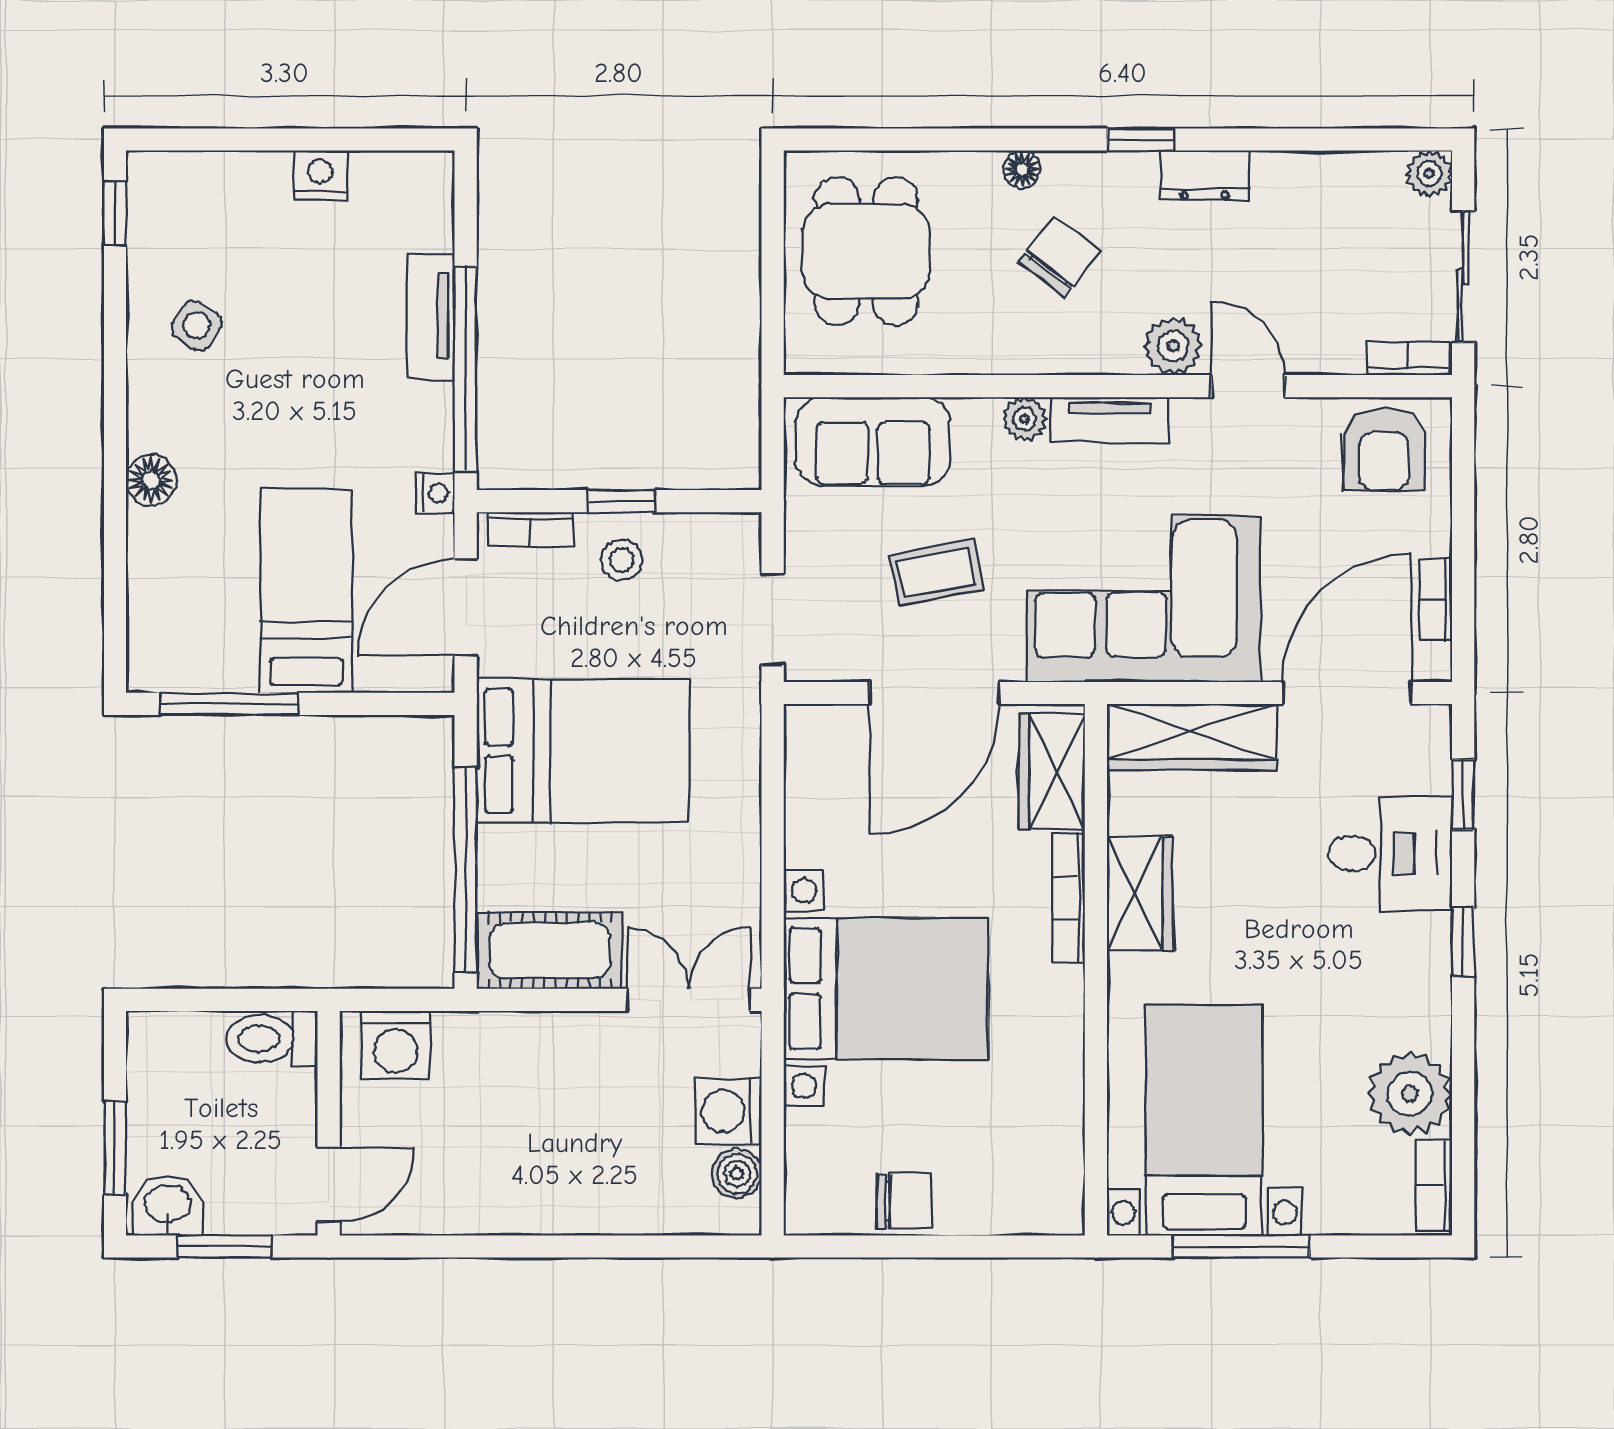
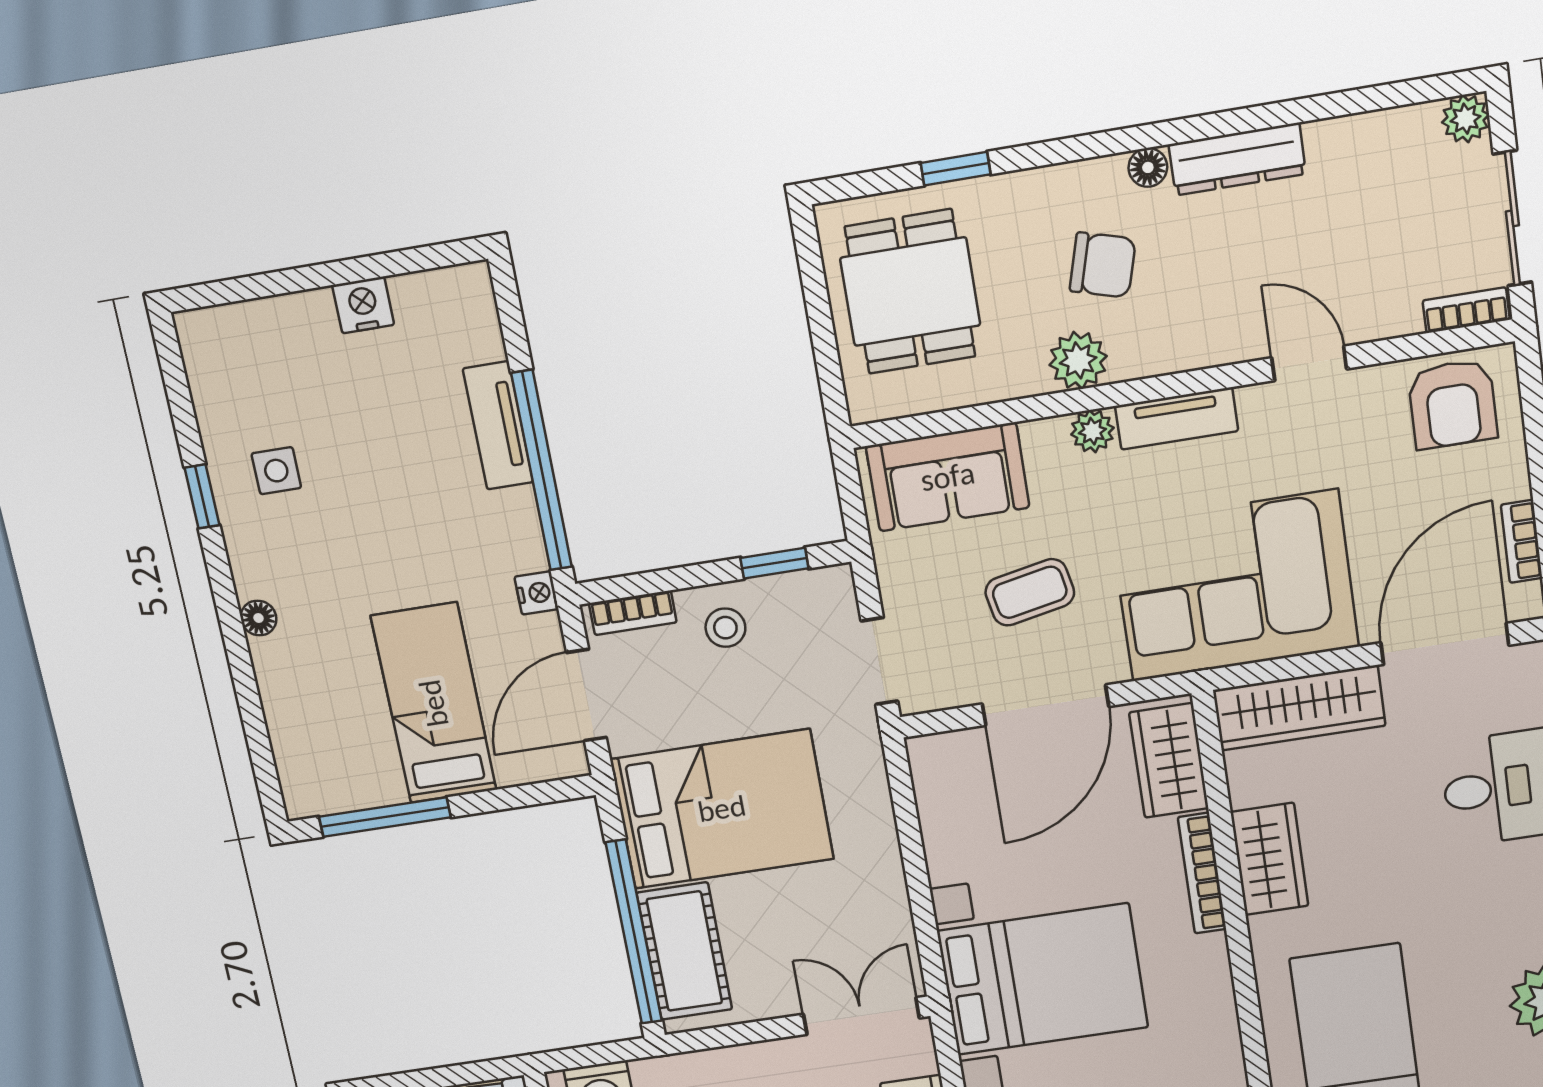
window: (1140, 139) -> (956, 169), moved
floor lamp: (1022, 169) -> (1148, 167), moved
dresser: (1205, 176) -> (1237, 159), width x1.44
window: (115, 213) -> (202, 496), moved
chair: (1059, 256) -> (1103, 265), turned 69
side table: (197, 326) -> (276, 471), turned -34
plant: (1173, 346) -> (1078, 360), moved
floor lamp: (151, 480) -> (259, 618), width x0.73, depth x0.73
window: (621, 501) -> (774, 563), moved
cot: (550, 951) -> (684, 951), moved, turned 90

